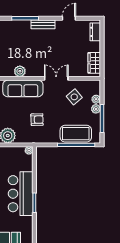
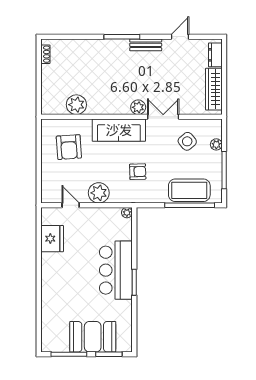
wardrobe: (94, 63) -> (214, 89), width x1.50
plant: (20, 71) -> (138, 107), moved
plant: (96, 109) -> (216, 157), removed

